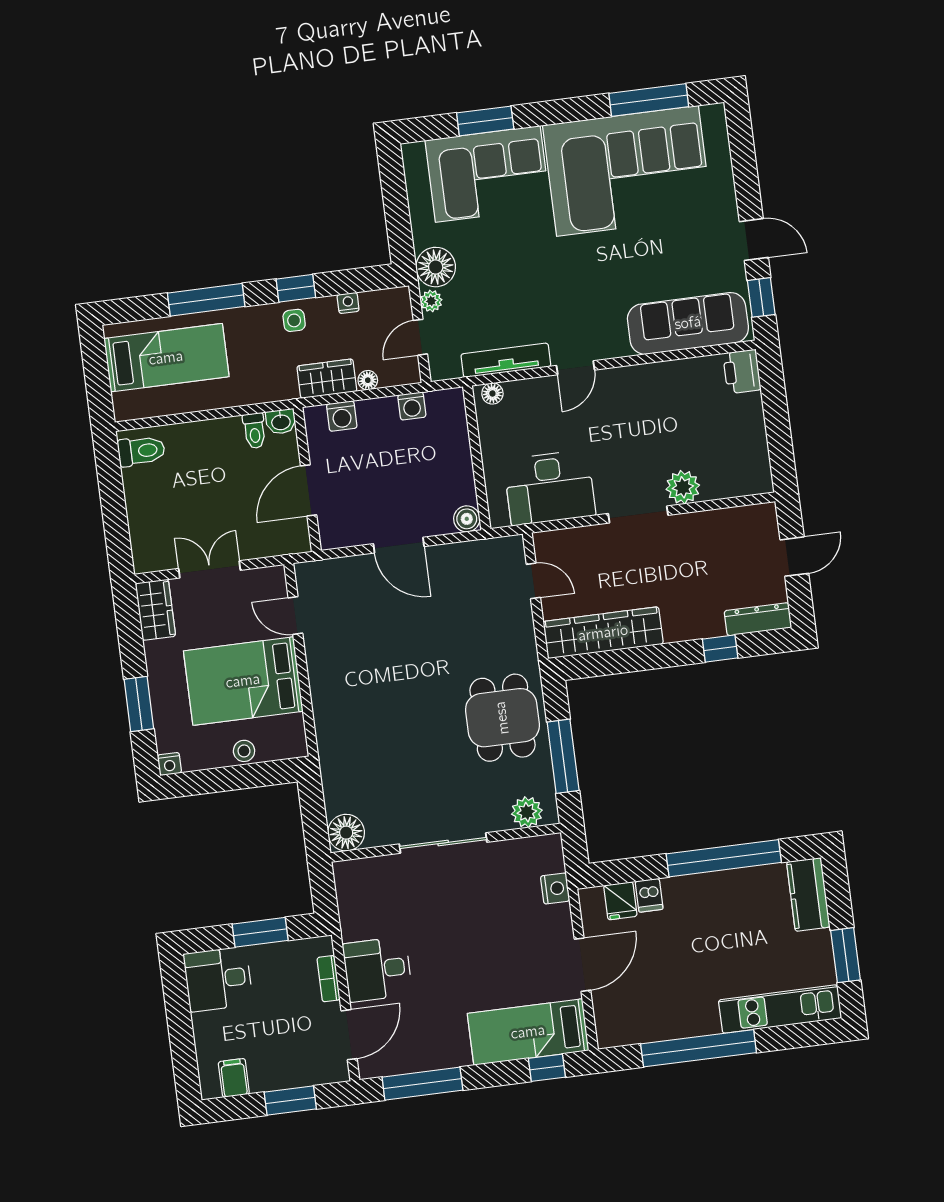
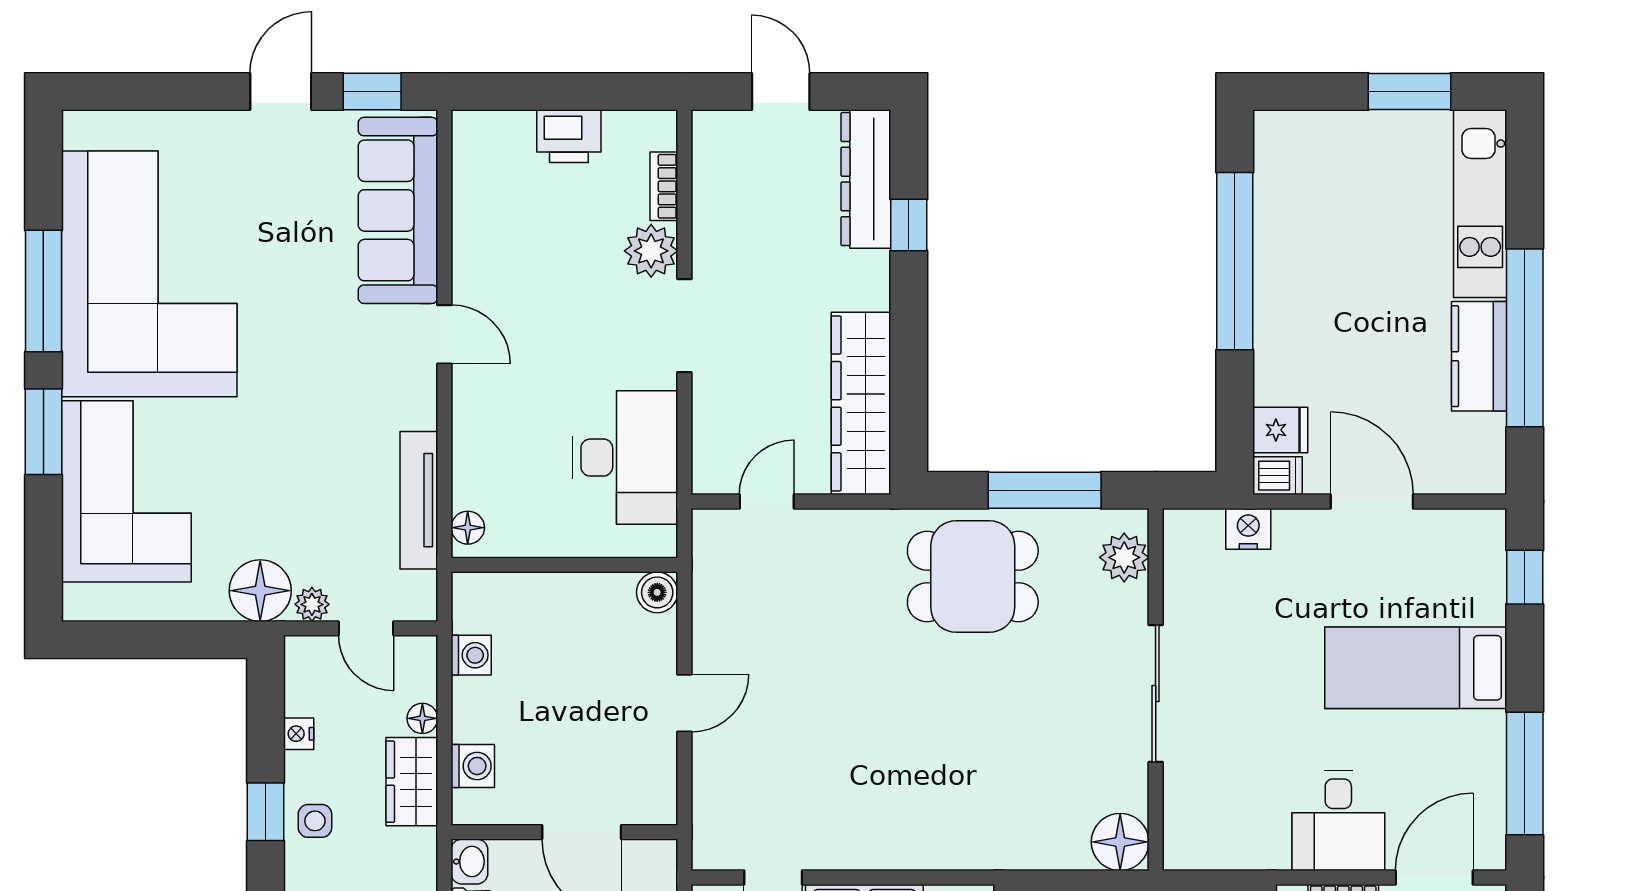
window: (649, 100) -> (43, 291), moved
window: (485, 121) -> (43, 432), moved
door: (575, 368) -> (444, 334), moved
printer: (742, 371) -> (569, 136), moved
bookcase: (725, 490) -> (664, 186), added
door: (399, 545) -> (684, 703), width x0.73
dresser: (758, 619) -> (866, 179), width x1.37, depth x1.24
kitchen counter: (808, 894) -> (1479, 356), moved, turned 90
dishwasher: (649, 895) -> (1277, 476), moved
bed: (528, 1032) -> (1416, 668), moved, turned 90
door: (349, 1035) -> (1434, 877), hinge flipped

